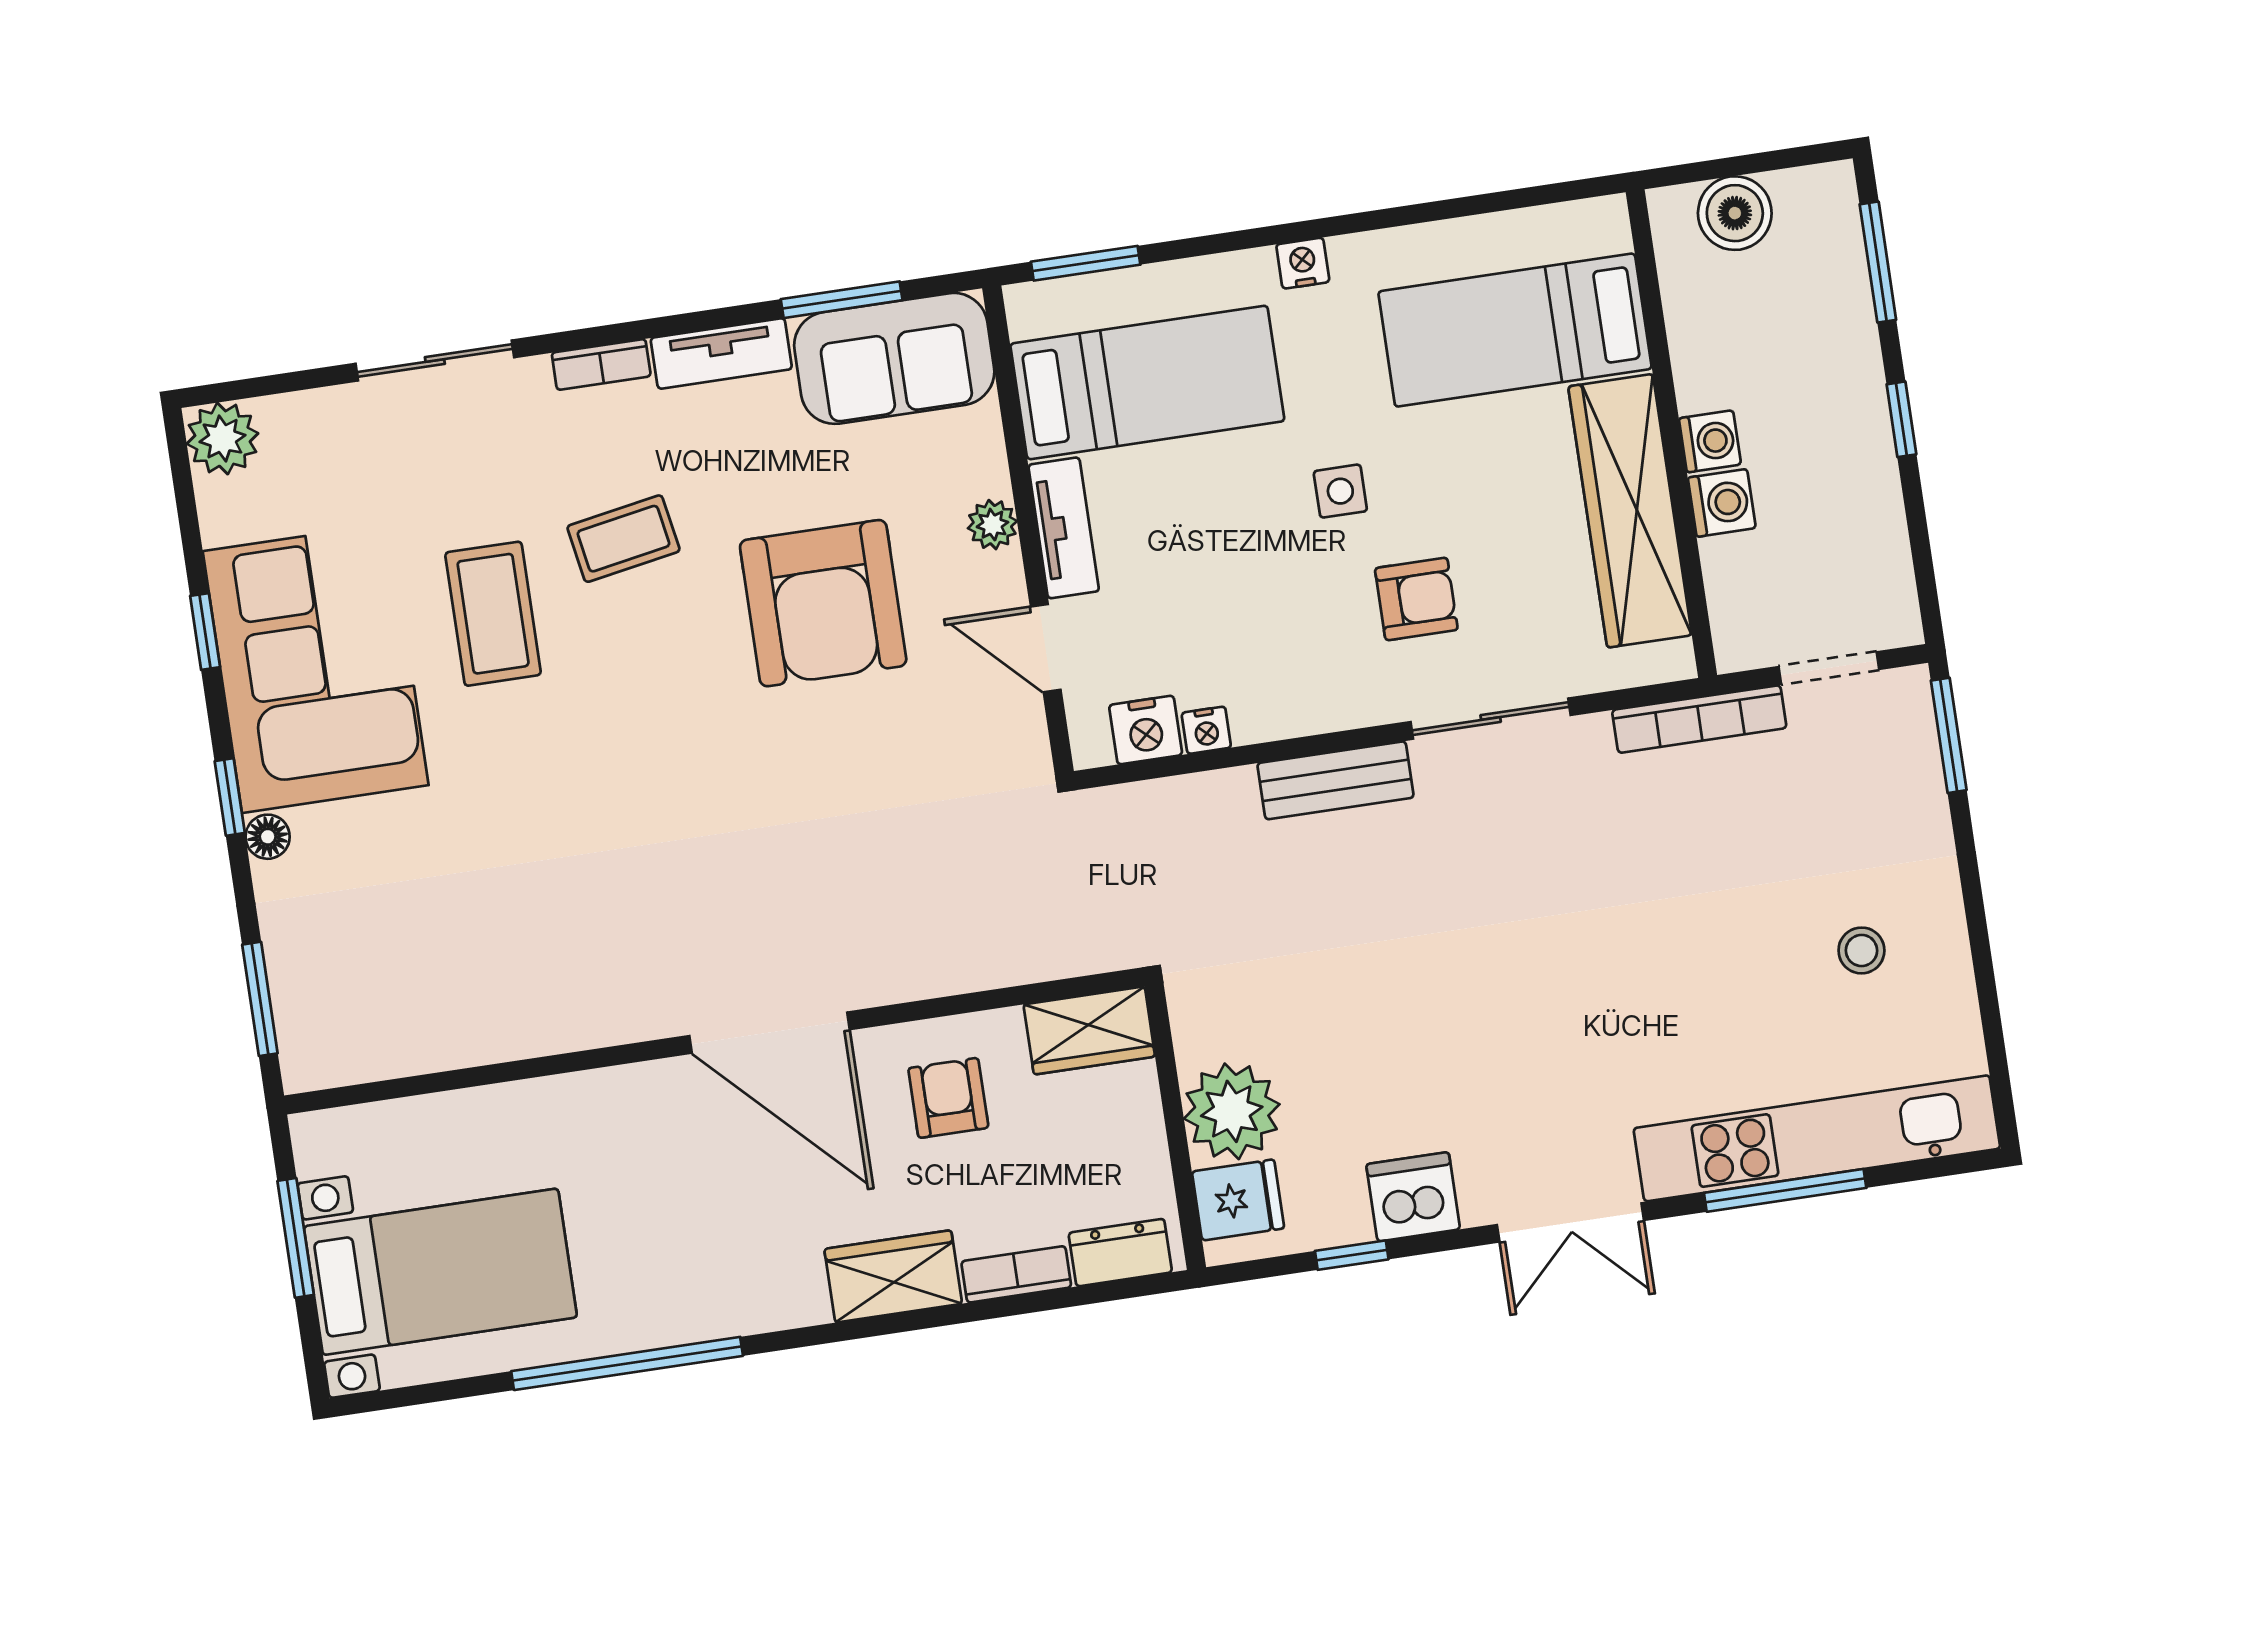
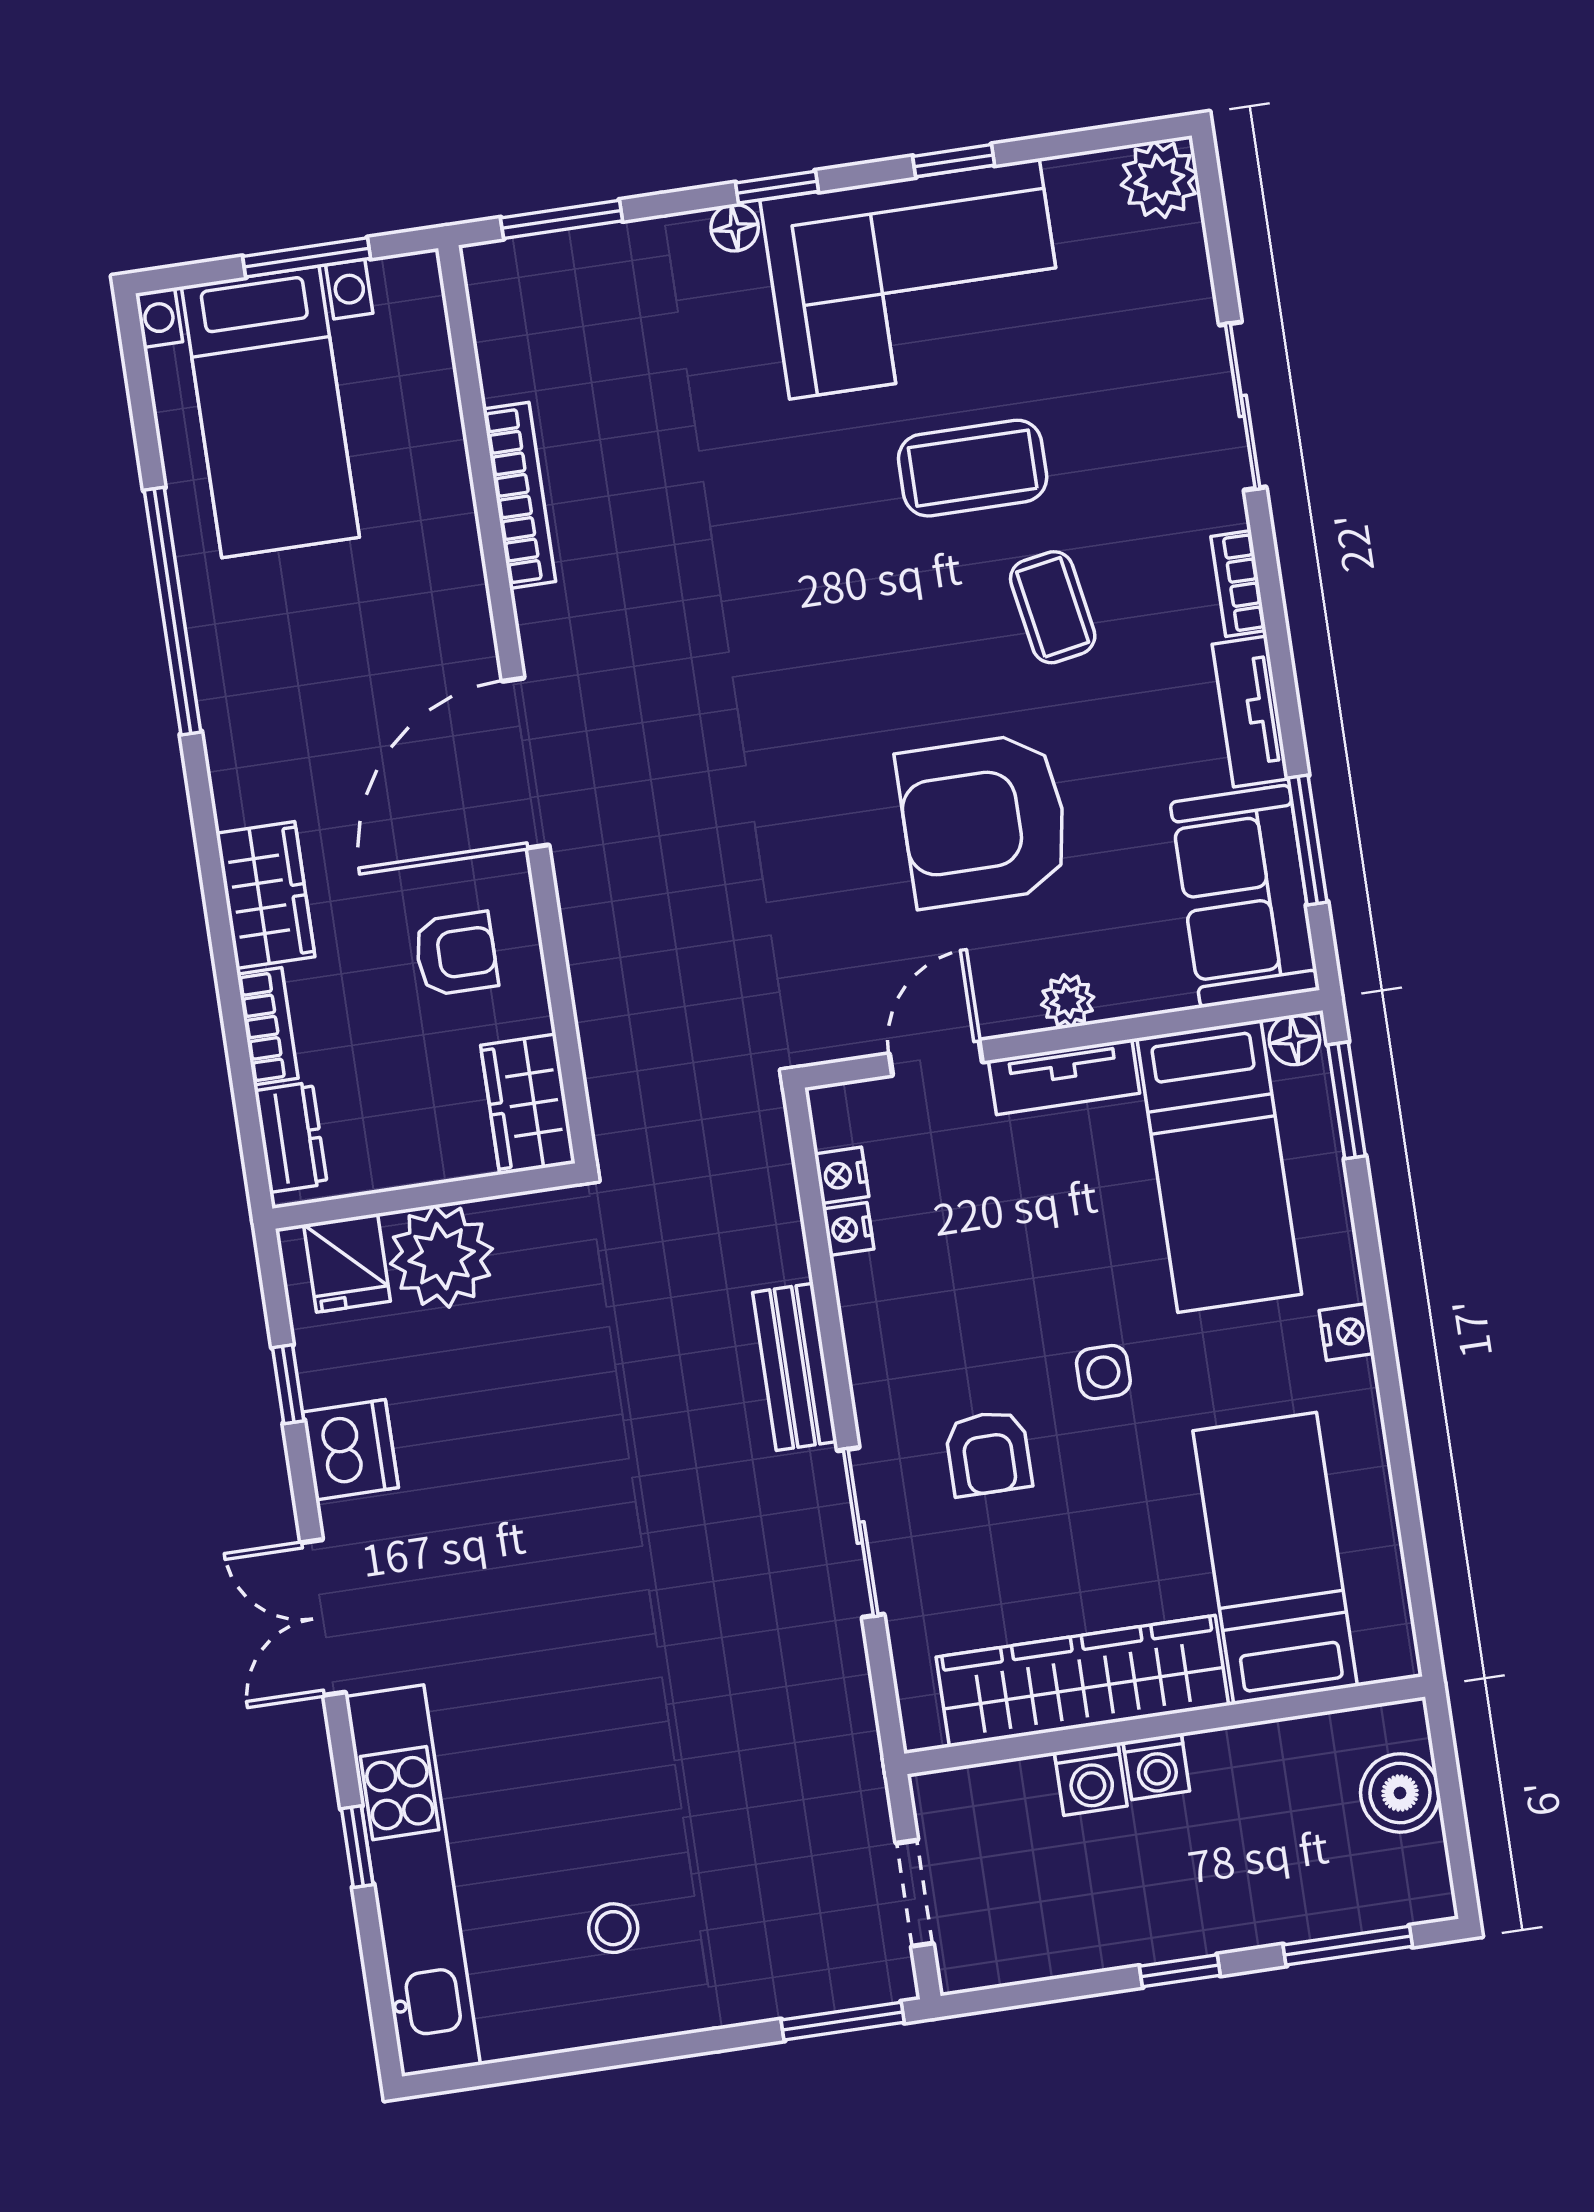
floor lamp: (1029, 312) -> (1294, 1040), added
bookcase: (1699, 719) -> (519, 495), moved, turned 180
nightstand: (1146, 730) -> (842, 1175), width x0.72, depth x0.74
window: (1785, 1190) -> (357, 1847), width x0.46

